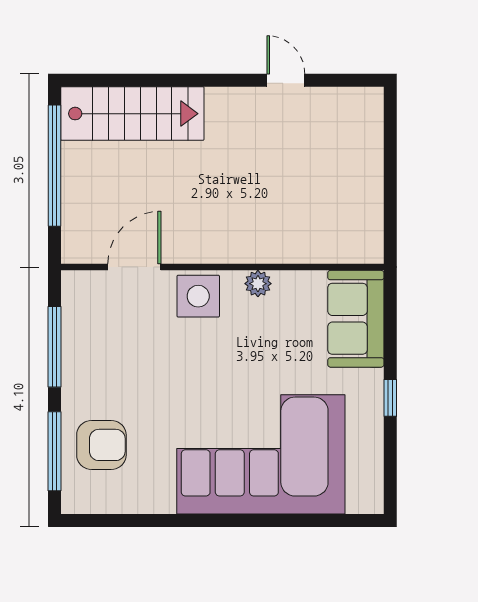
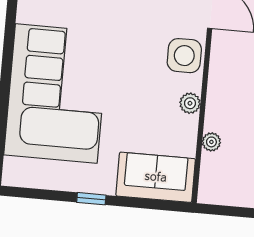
plant: (305, 252) -> (211, 142), added

